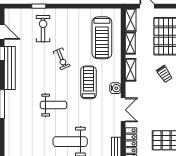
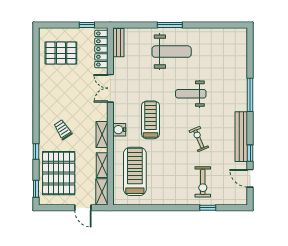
exercise bike: (62, 59) -> (199, 139), moved
treadmill: (88, 82) -> (150, 120), turned 180
water cooler: (115, 88) -> (119, 130), moved

